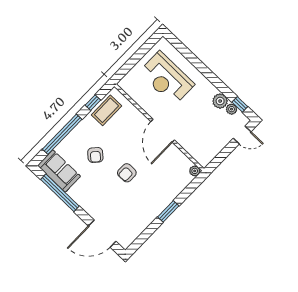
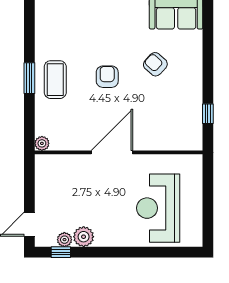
reception desk: (167, 78) -> (158, 208), turned -90
coffee table: (106, 110) -> (55, 80), moved
door: (163, 131) -> (112, 152), hinge flipped
window: (62, 134) -> (208, 53), removed

